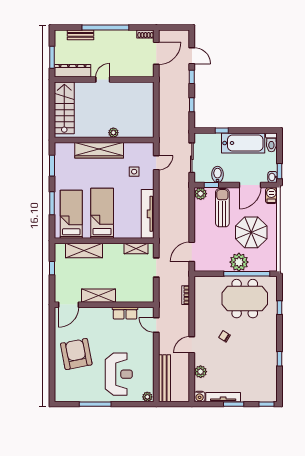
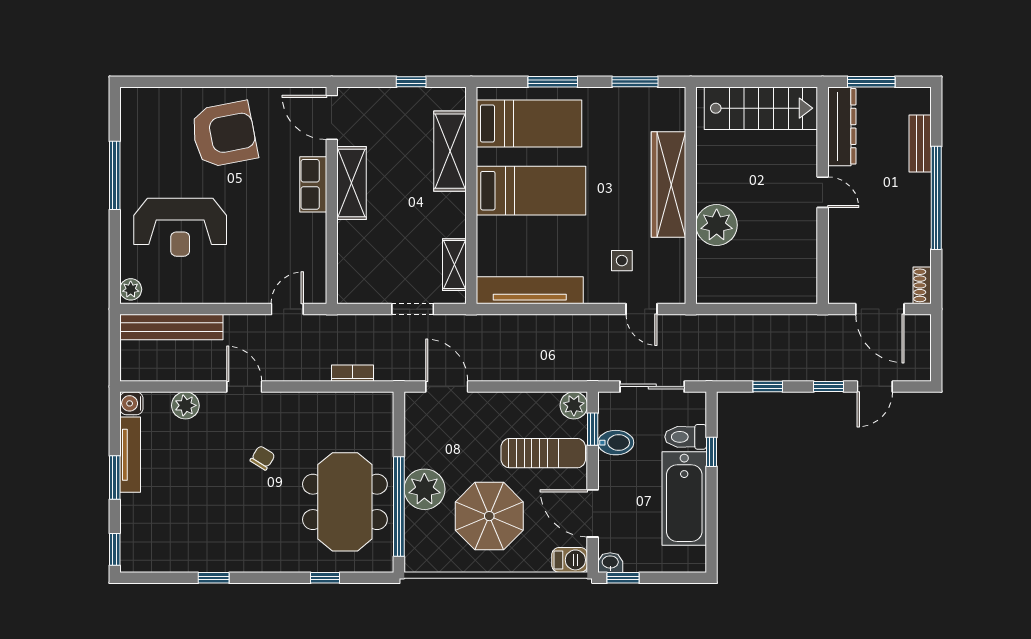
plant: (113, 133) -> (717, 225), width x1.88, depth x1.88
toilet: (271, 142) -> (686, 437), moved
row of seats: (125, 313) -> (313, 184), moved

